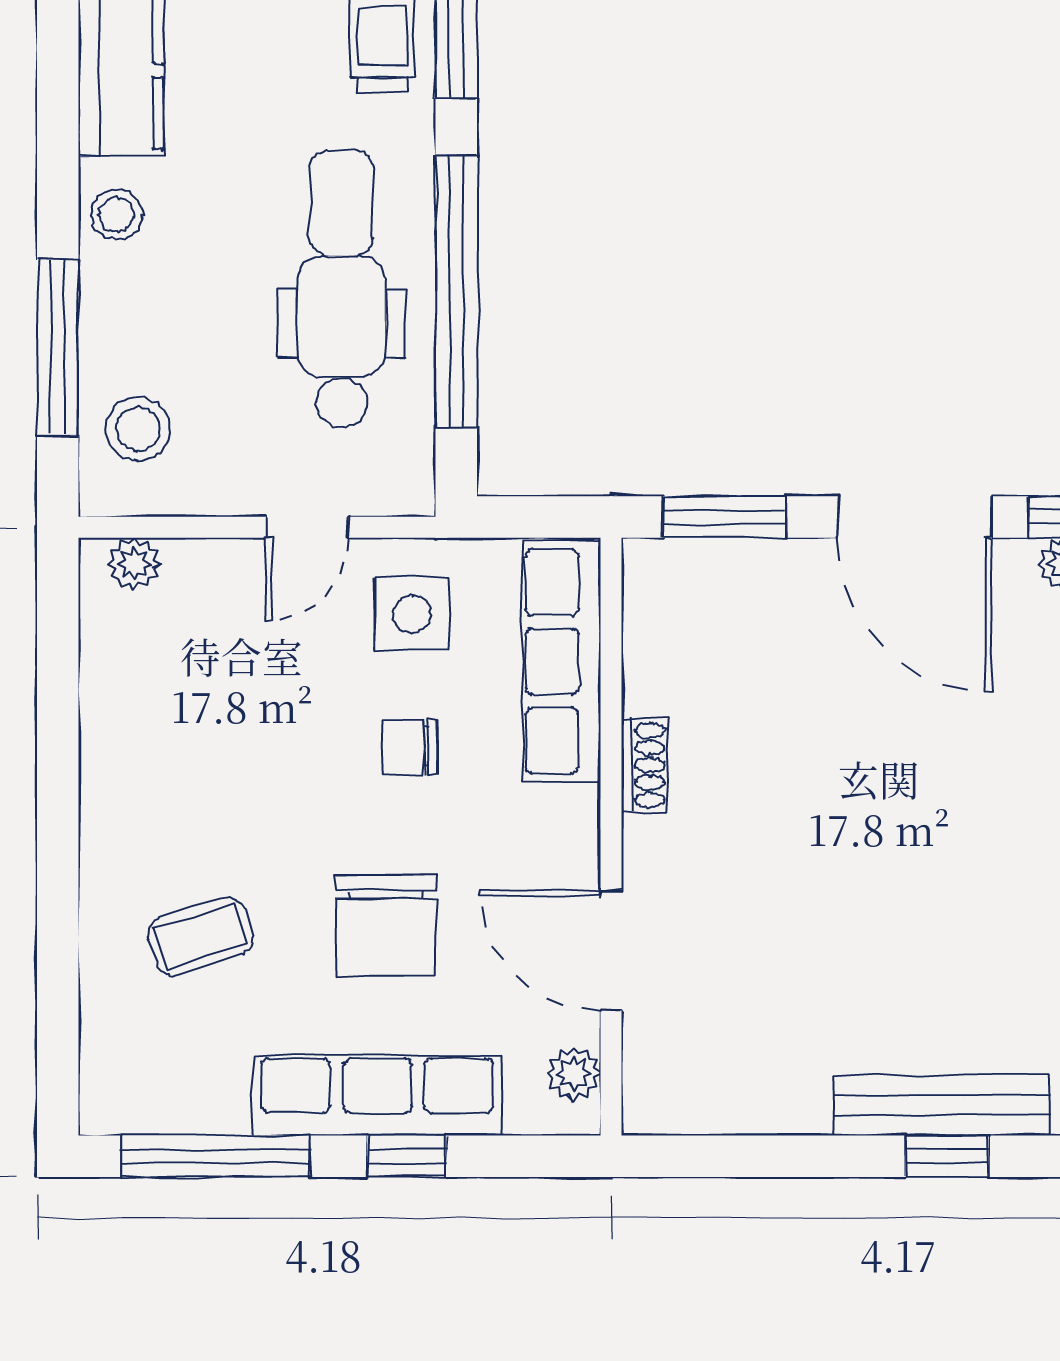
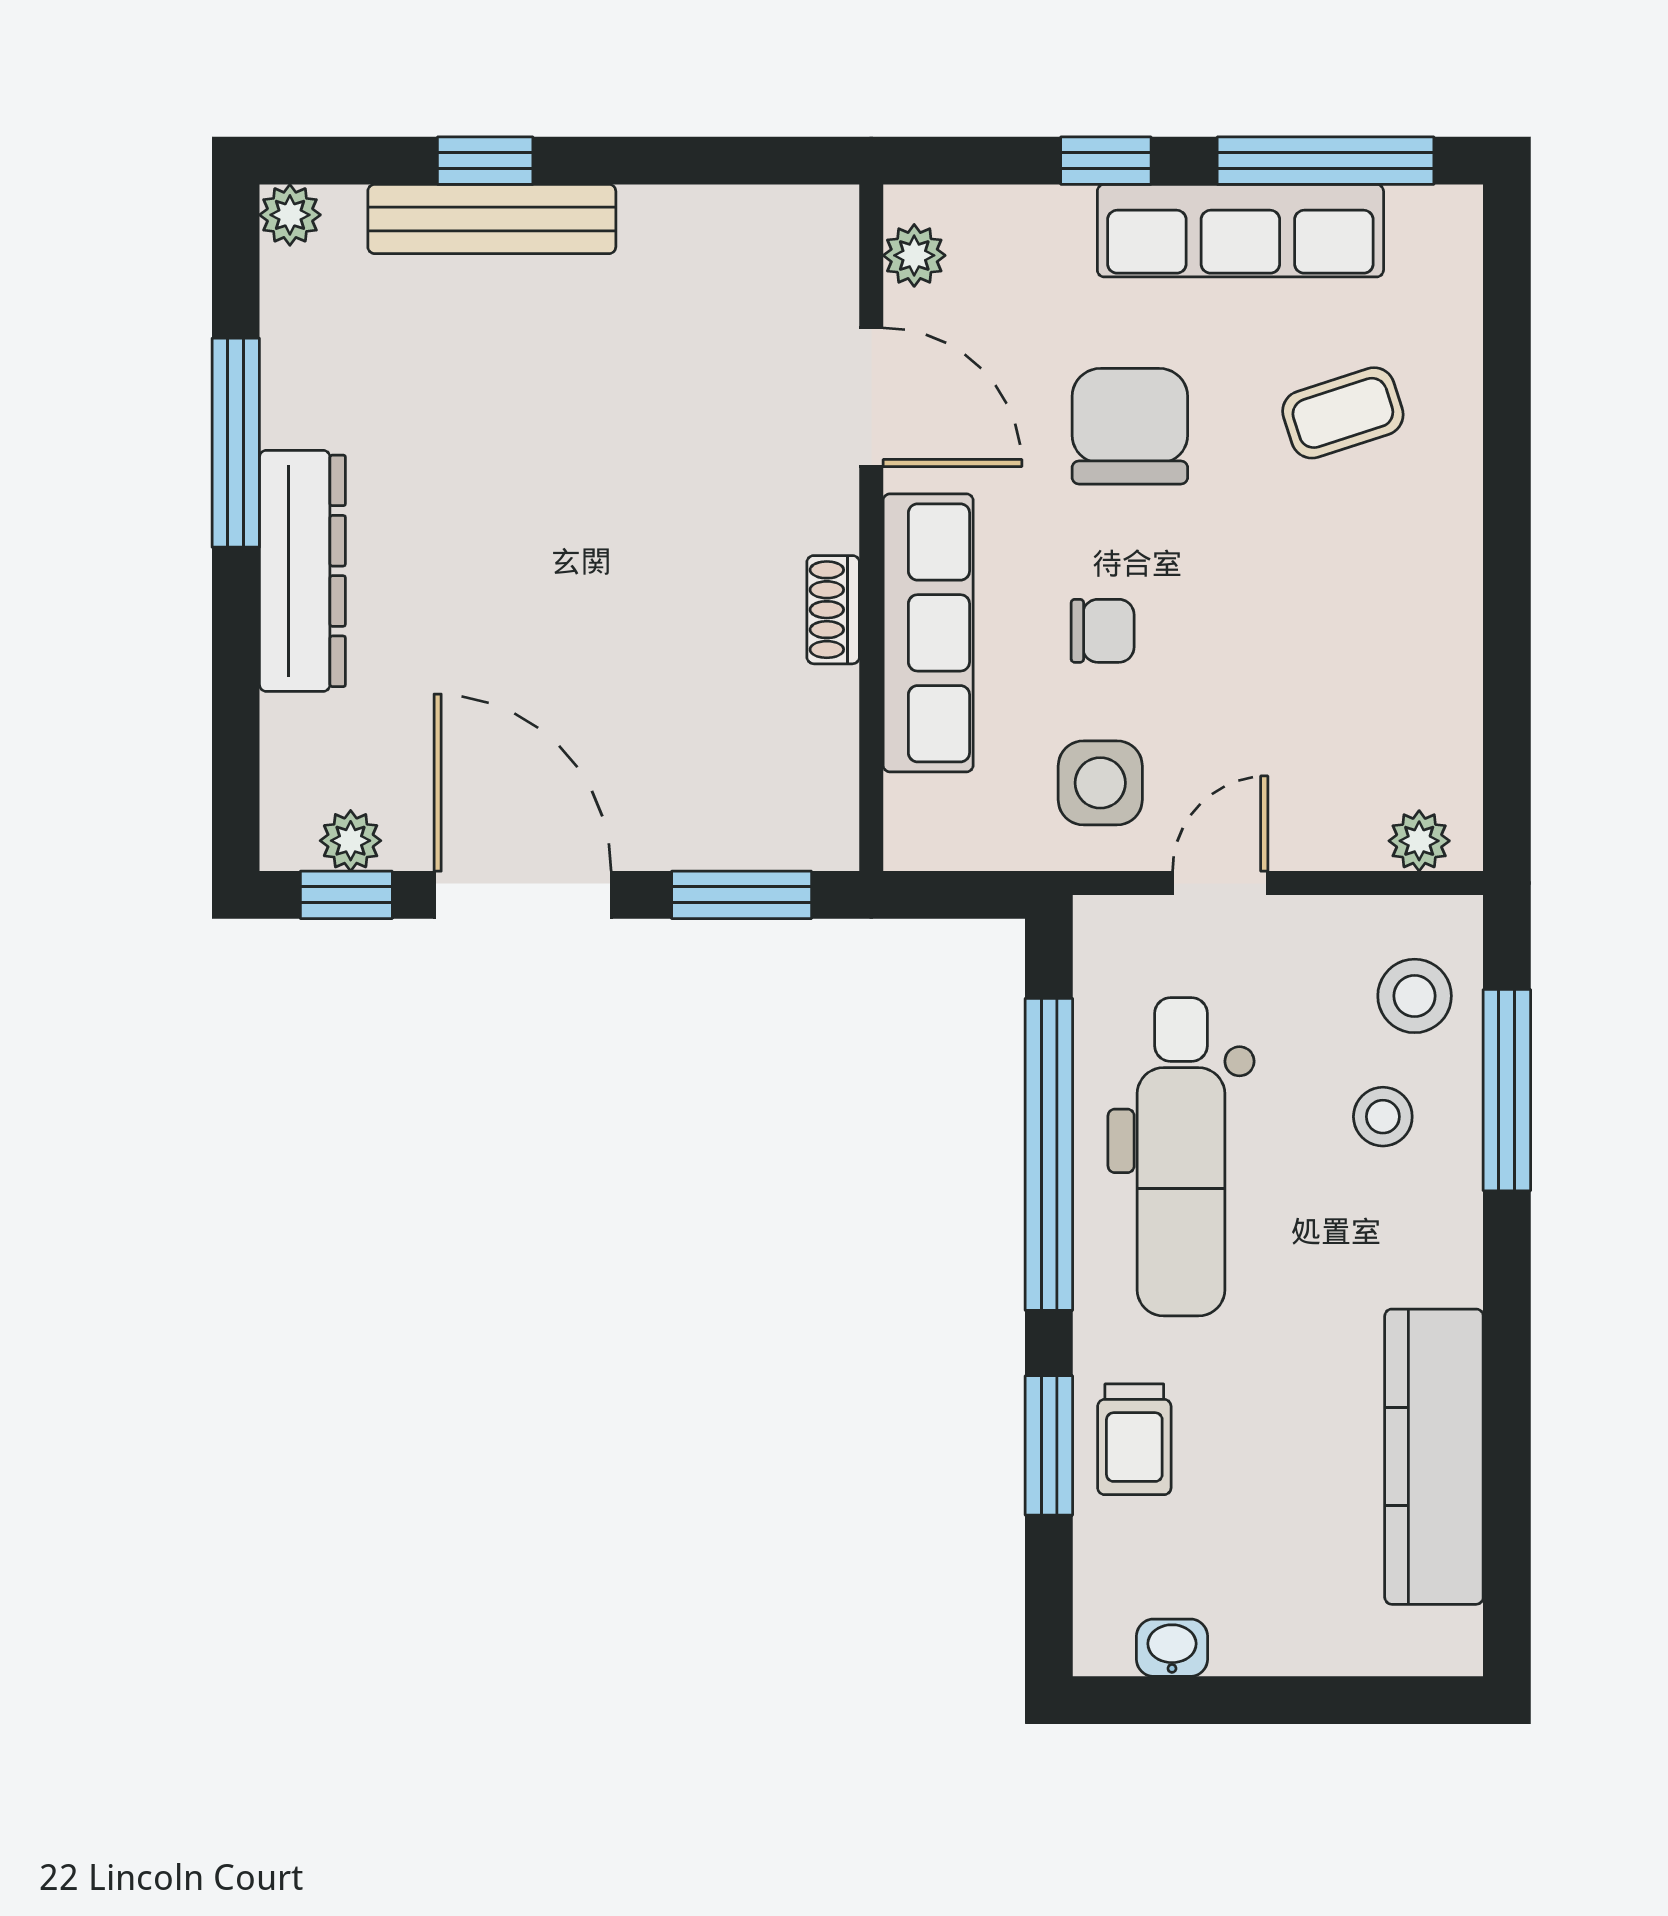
stool: (116, 215) -> (1383, 1117), moved
row of seats: (562, 661) -> (928, 633), moved
row of seats: (377, 1095) -> (1240, 231), moved

